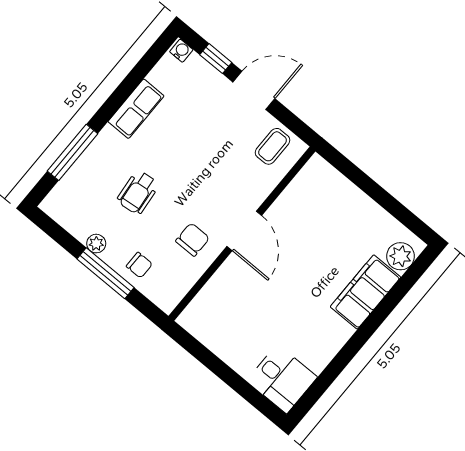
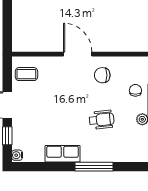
window: (72, 152) -> (94, 167), moved
door: (244, 231) -> (78, 54), hinge flipped

